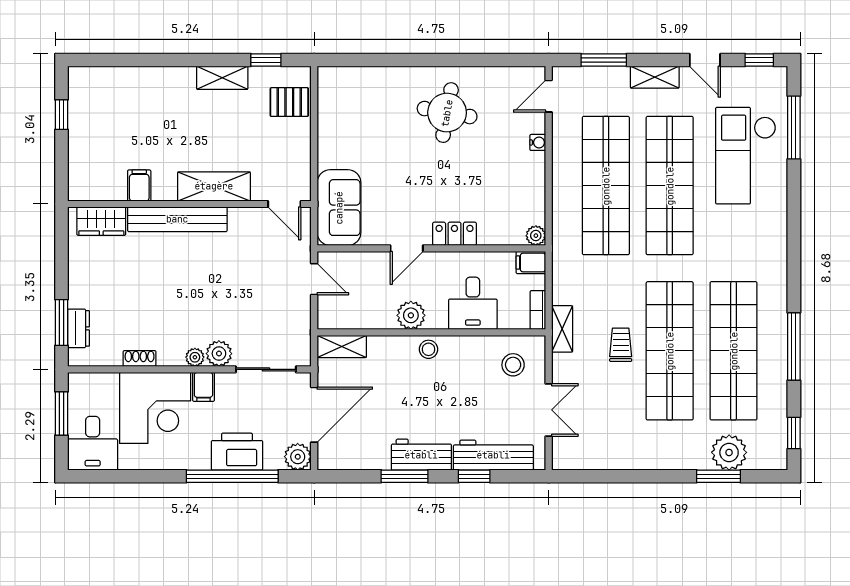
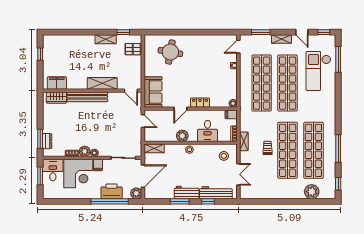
round table: (447, 113) -> (170, 52), moved
filing cabinet: (139, 186) -> (57, 83), moved, width x2.00
plant: (219, 354) -> (85, 151), moved
desk: (93, 443) -> (53, 170), moved, turned 180
window: (718, 476) -> (307, 201), removed

